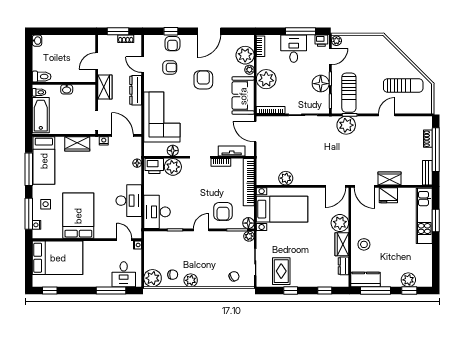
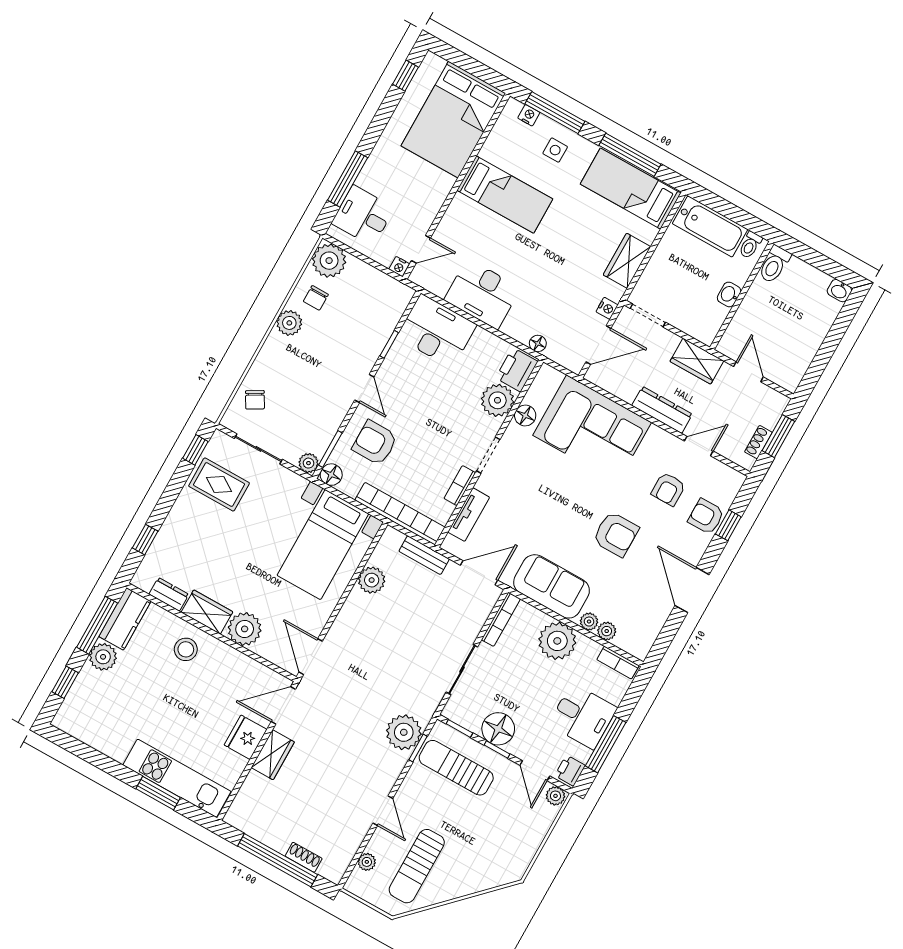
plant: (245, 55) -> (607, 631), width x0.53, depth x0.53
plant: (414, 109) -> (367, 862), added
bench: (427, 173) -> (424, 555), moved
bed: (78, 216) -> (505, 195), width x0.67
plant: (408, 280) -> (103, 657), moved
window: (291, 290) -> (195, 450), moved

